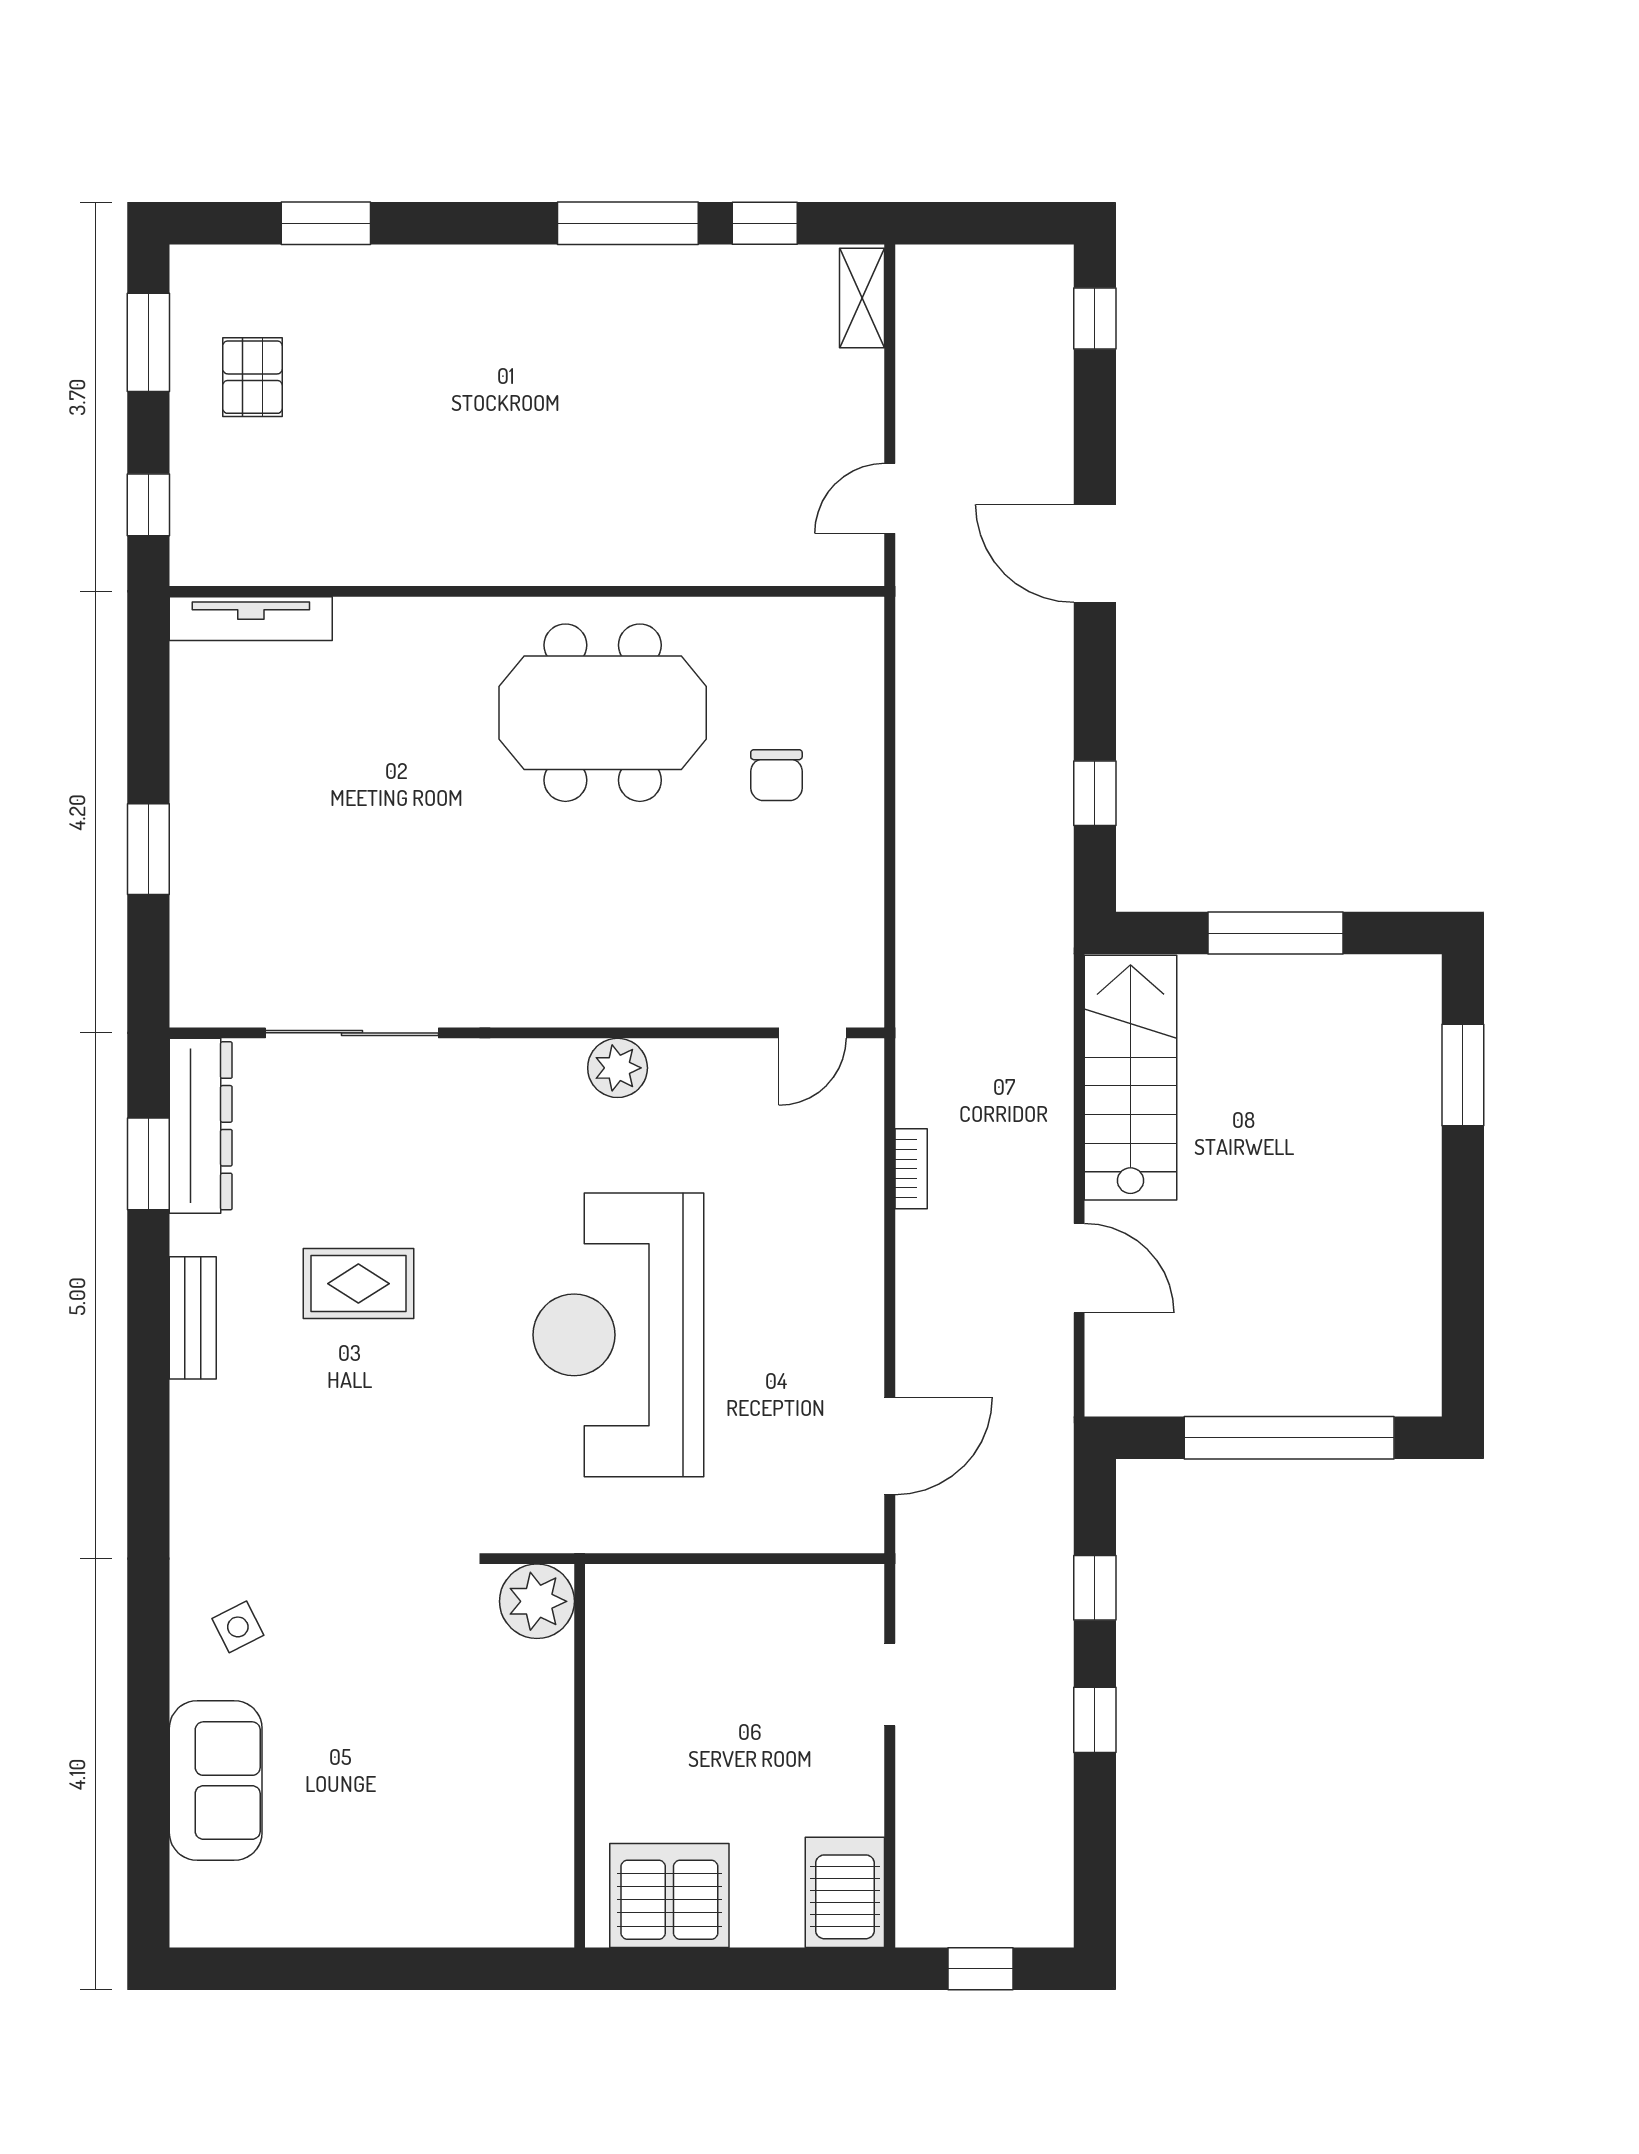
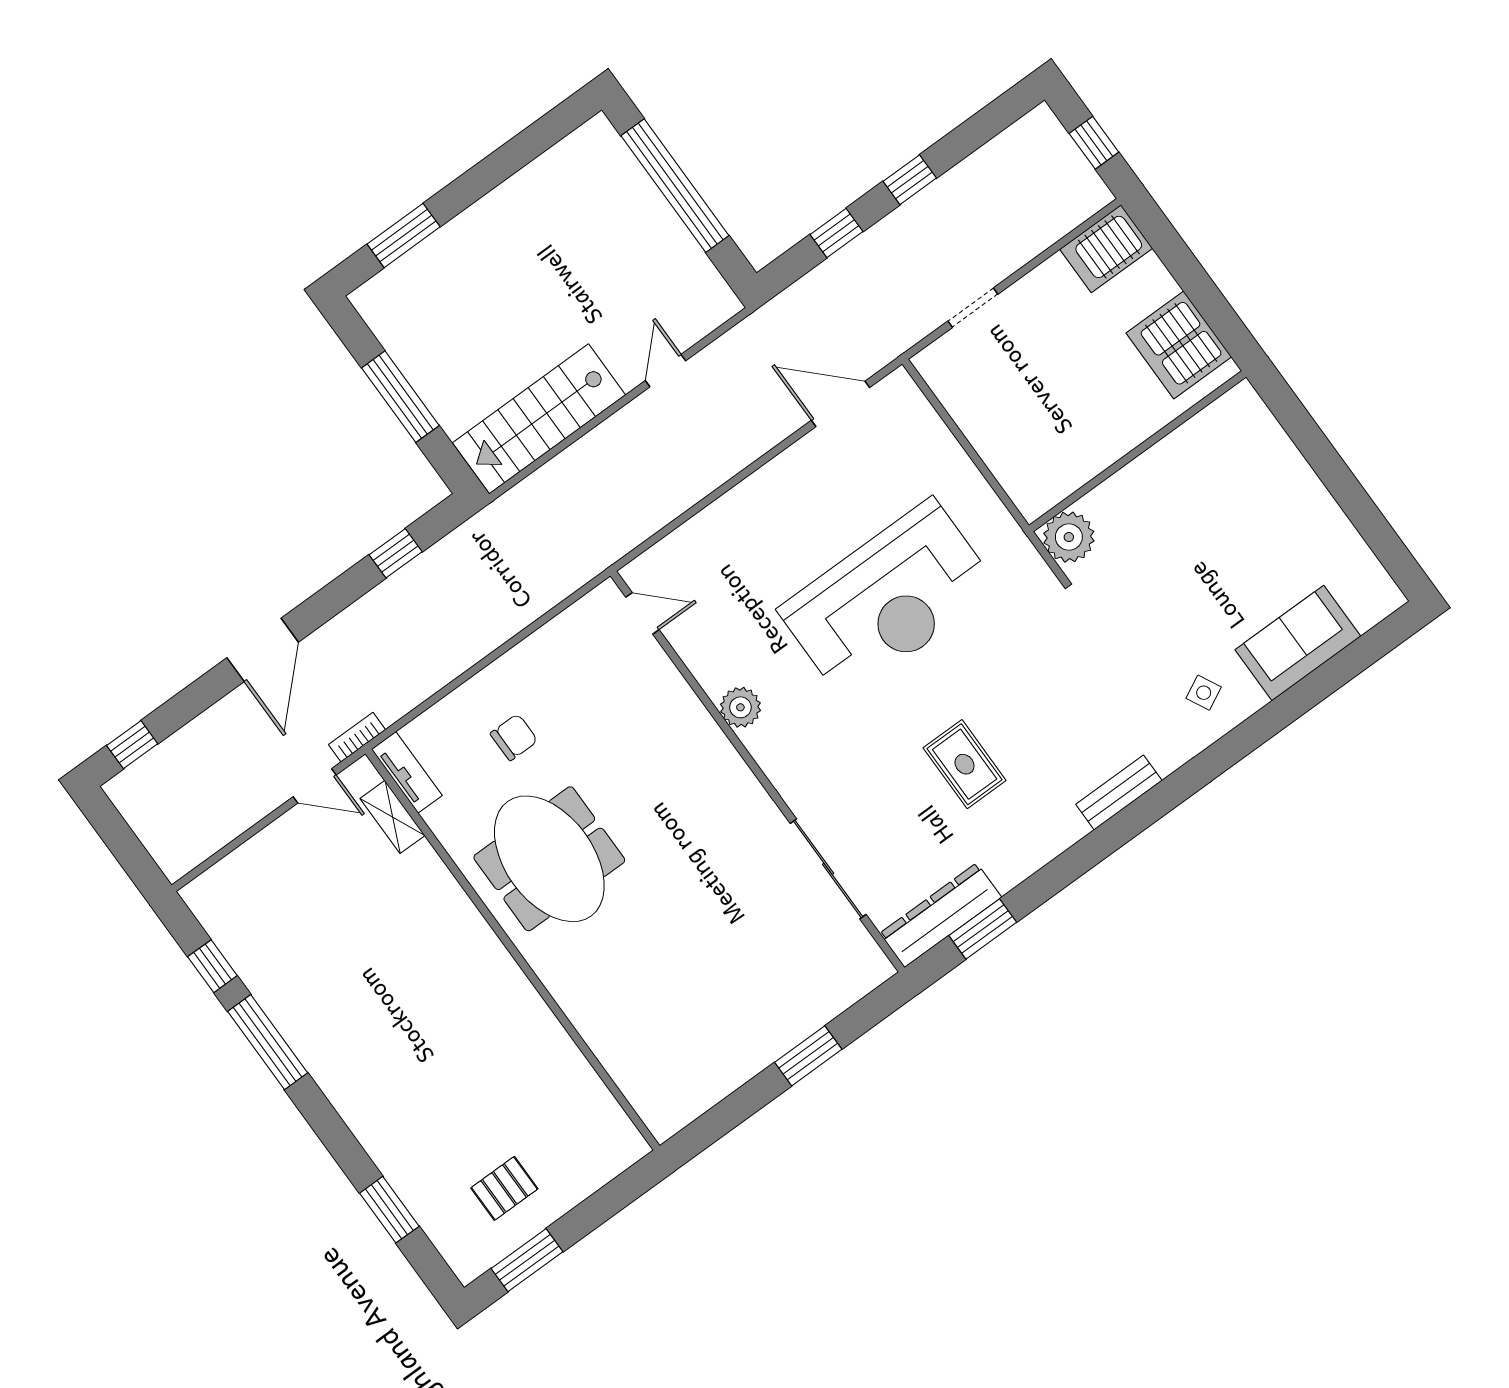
shelving: (862, 298) -> (393, 817), moved, turned 90
window: (148, 505) -> (617, 1195), removed
tv unit: (251, 619) -> (407, 772), moved, width x0.71
bookcase: (911, 1169) -> (357, 737), moved
door: (1079, 1268) -> (665, 371), width x0.73
bench: (193, 1318) -> (1119, 792), moved

